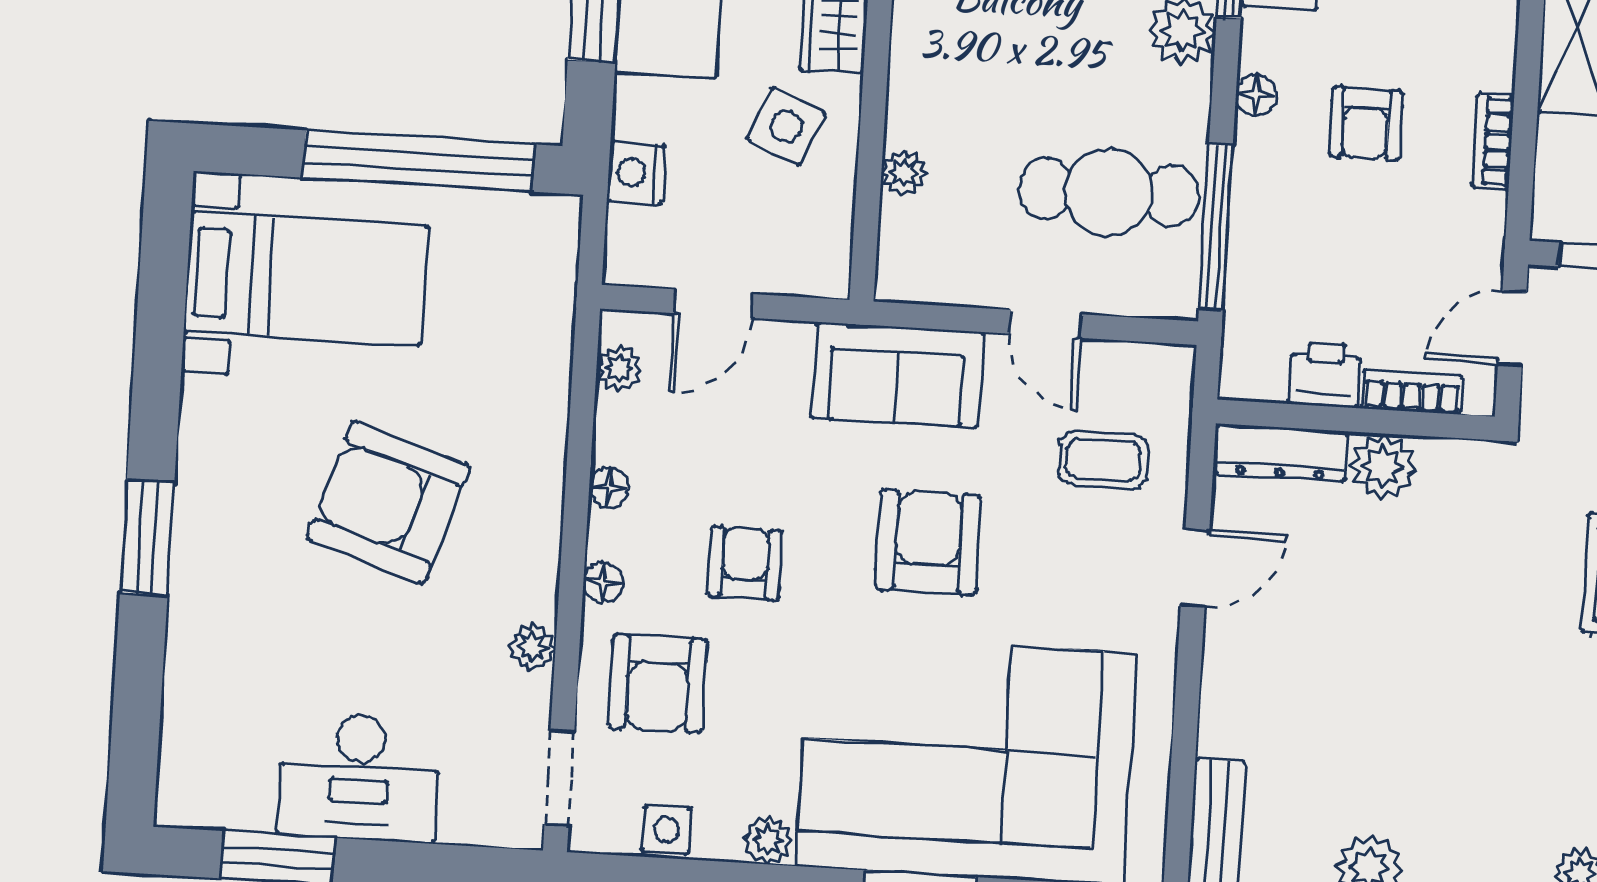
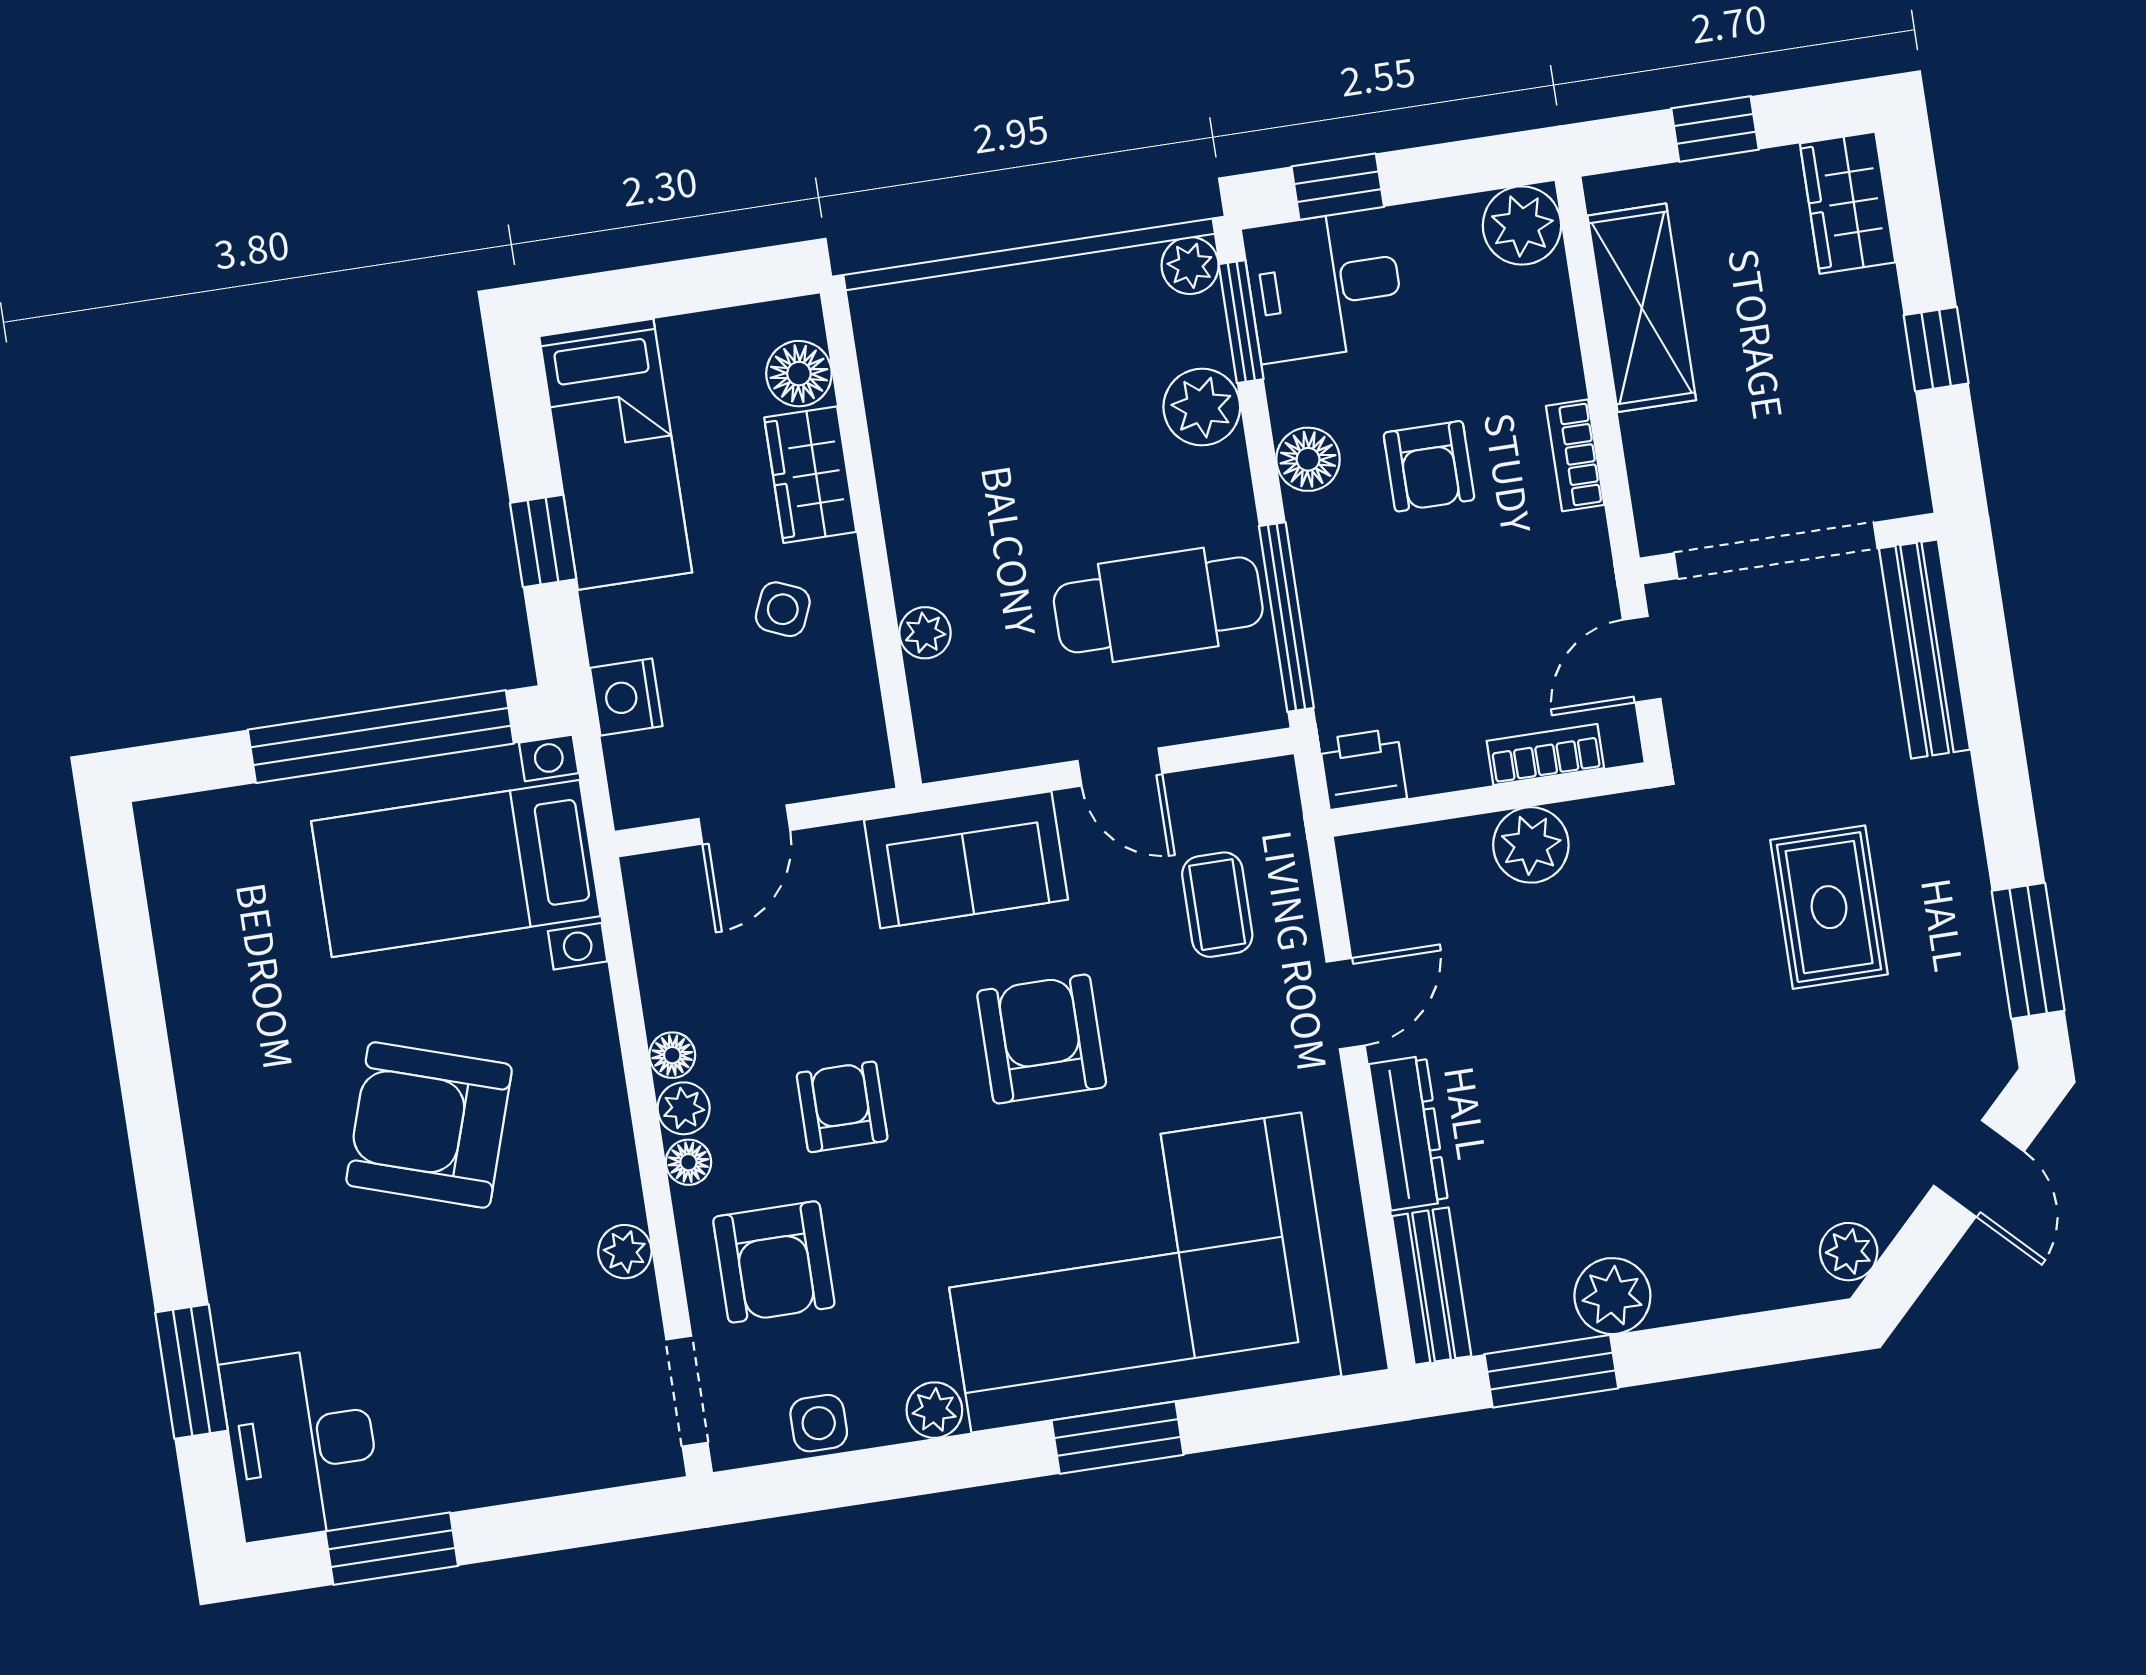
floor lamp: (1256, 95) -> (1308, 459), width x1.37, depth x1.37
side table: (786, 126) -> (783, 609), width x0.73, depth x0.73
bed with nightstands: (306, 279) -> (456, 869), moved, turned 180
plant: (619, 368) -> (684, 1108), moved
printer: (1325, 375) -> (1363, 769), moved
dresser: (1281, 453) -> (1408, 1133), moved, turned -90
coffee table: (1103, 460) -> (1217, 905), turned 90
window: (147, 538) -> (192, 1372), moved
desk: (359, 777) -> (302, 1444), moved, turned 90

